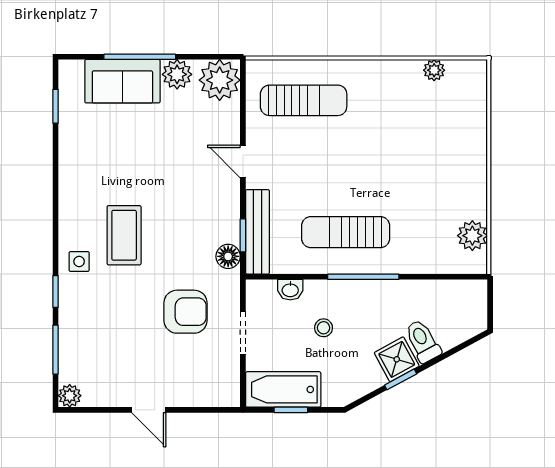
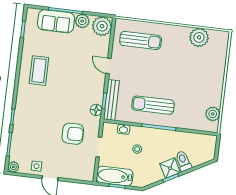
plant: (434, 70) -> (199, 37), width x1.88, depth x1.88
coffee table: (124, 235) -> (39, 71), moved
side table: (79, 261) -> (36, 166), moved

